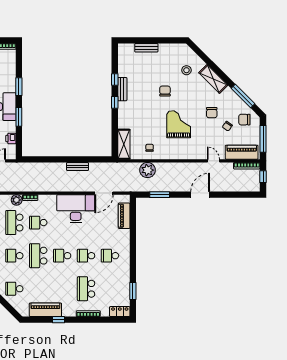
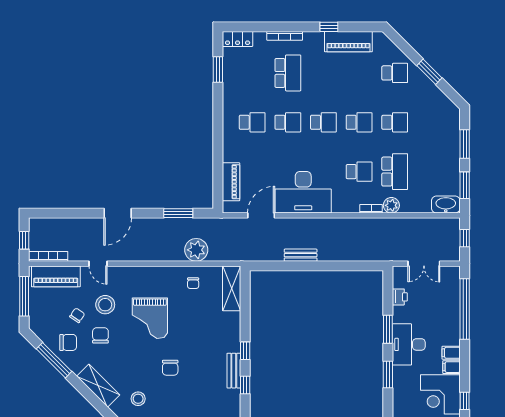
chair: (244, 120) -> (68, 342), moved
stool: (209, 133) -> (105, 305), added
school desk: (38, 256) -> (359, 122), width x0.54

